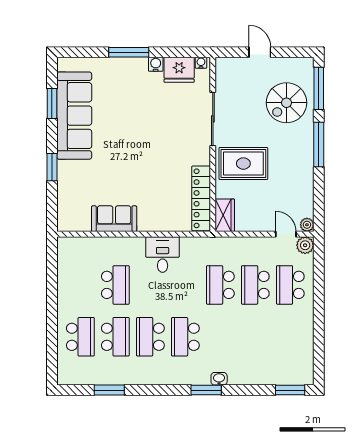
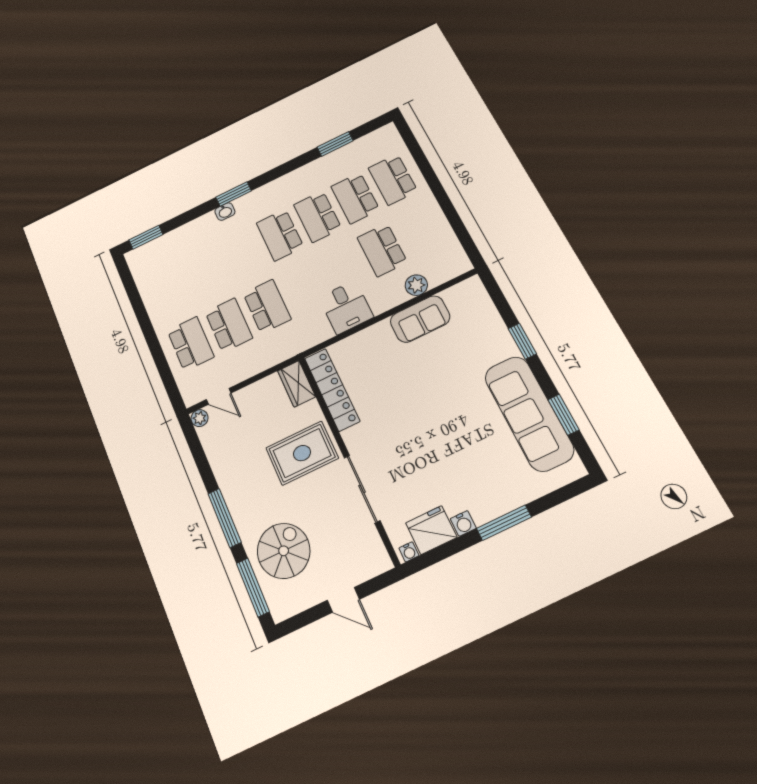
plant: (305, 245) -> (416, 285), moved
school desk: (150, 337) -> (318, 217), turned 180
school desk: (185, 337) -> (280, 235), turned 180

